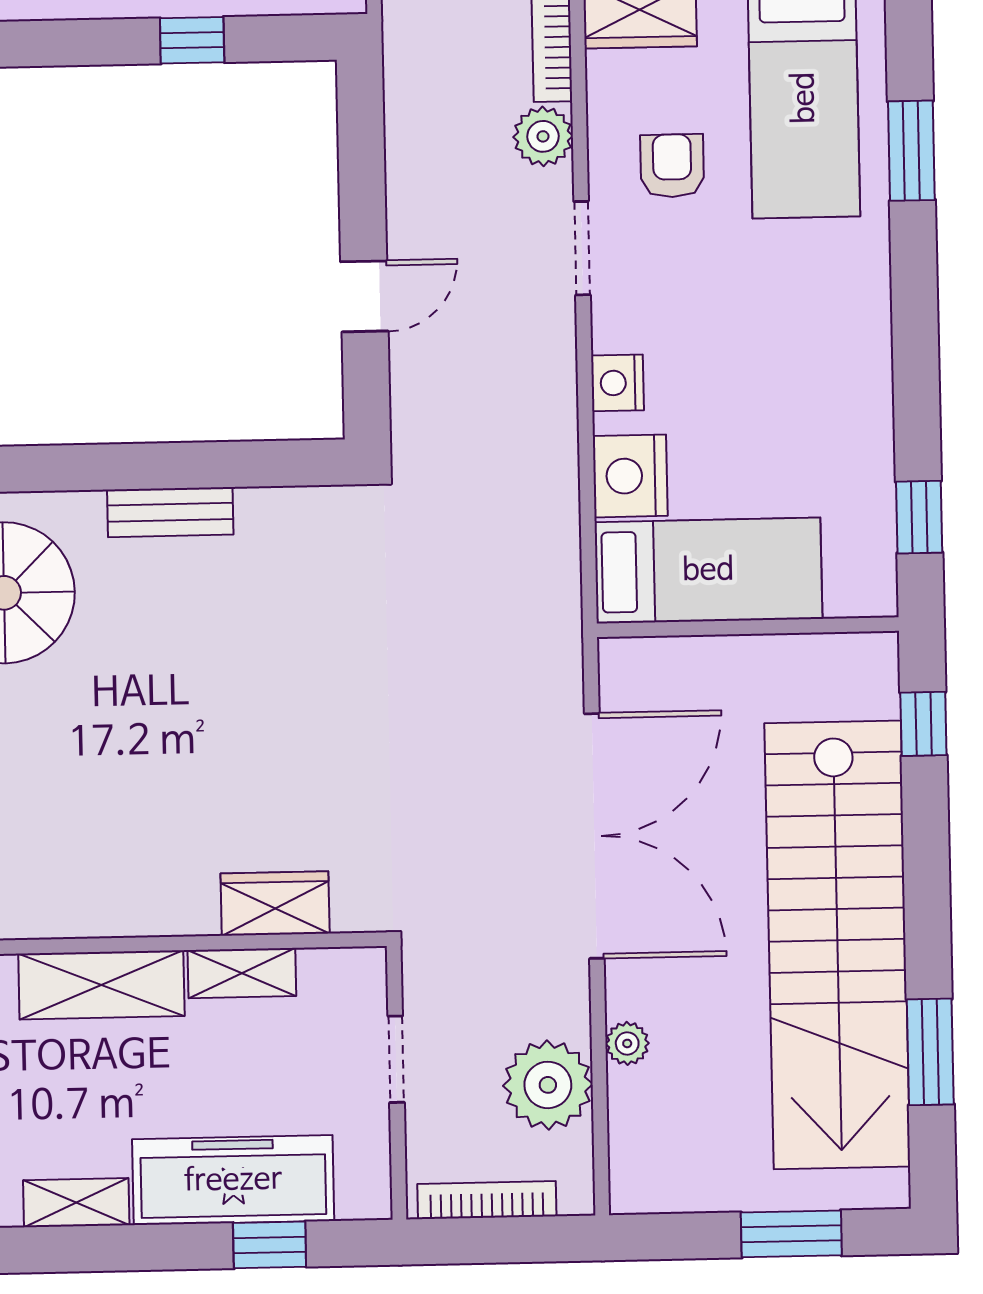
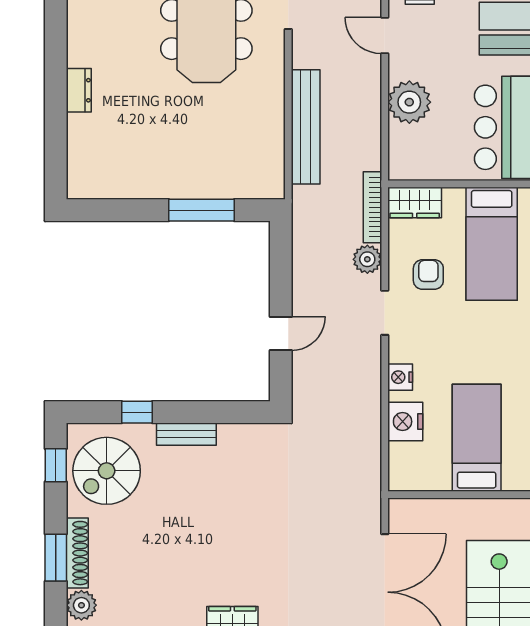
window: (192, 40) -> (201, 210), width x2.17
window: (65, 468) -> (137, 412), added
bed: (708, 570) -> (477, 438), moved, turned -90

